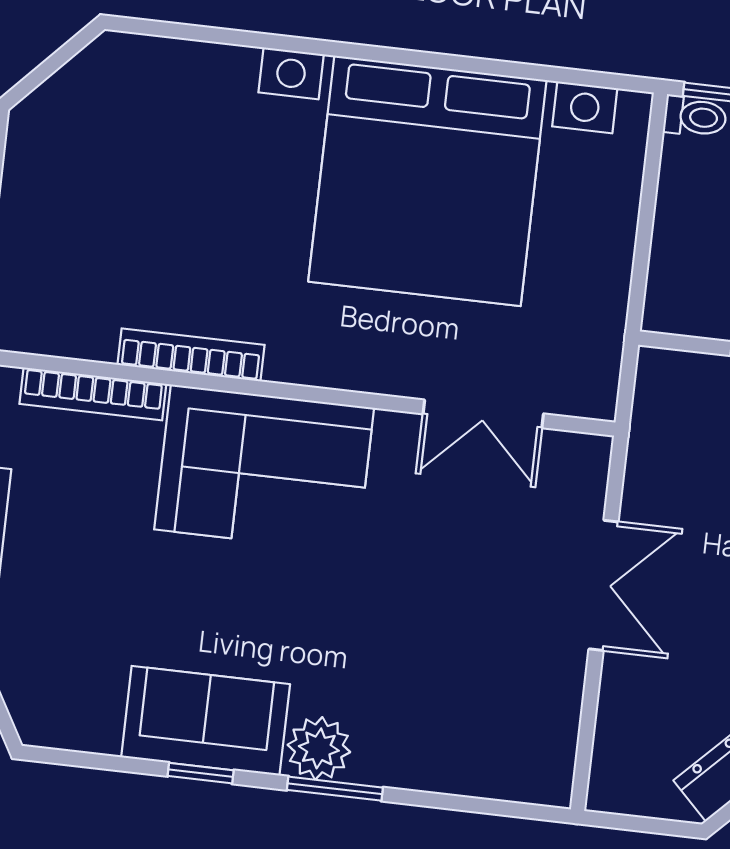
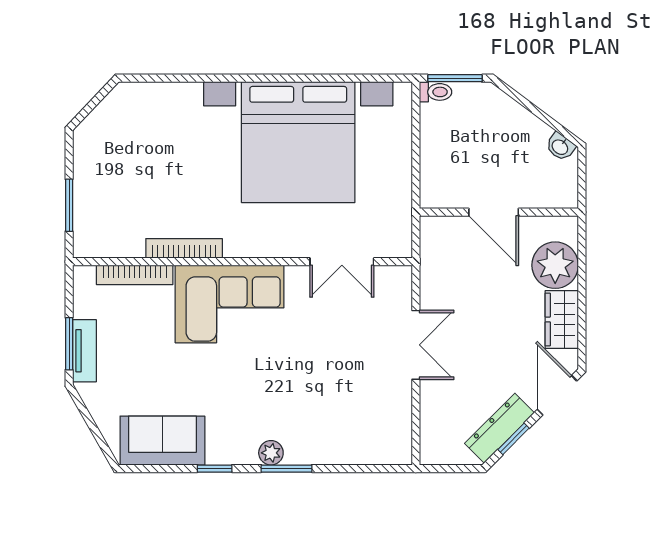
sofa: (206, 721) -> (162, 441), moved
plant: (319, 748) -> (271, 453), width x0.73, depth x0.73

